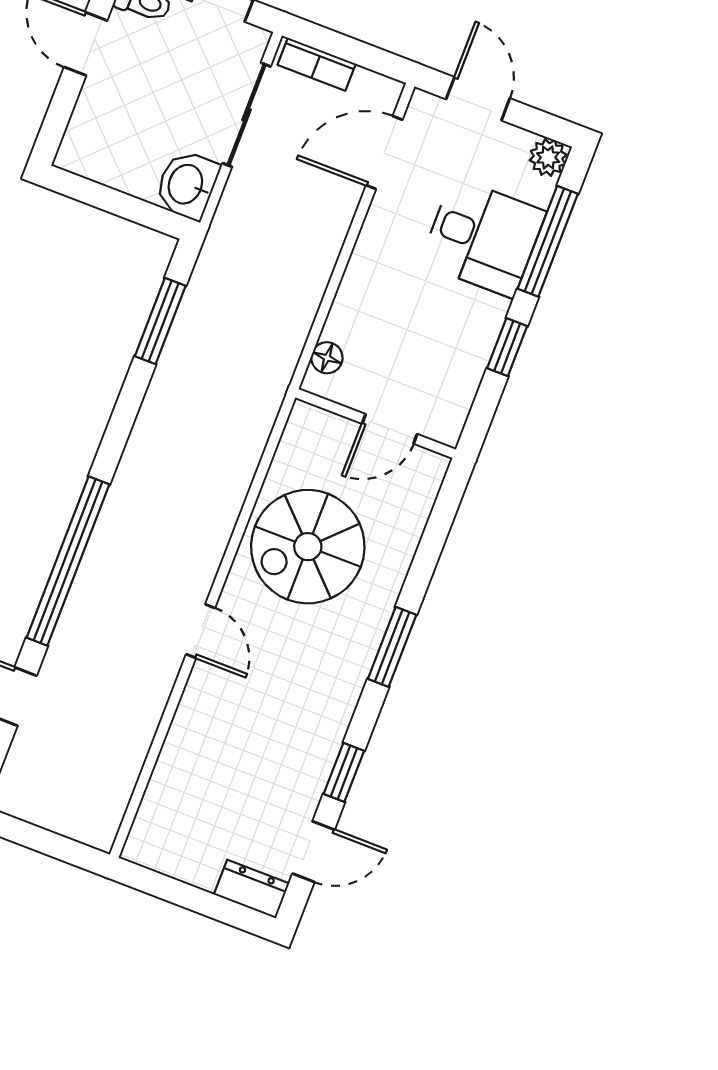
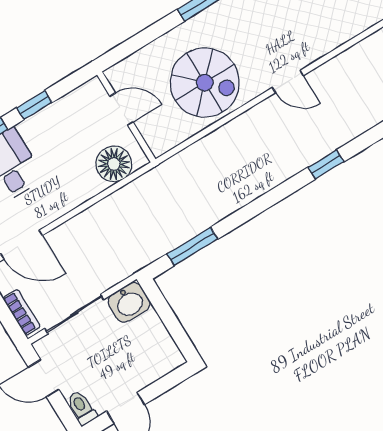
floor lamp: (327, 358) -> (114, 164), width x1.89, depth x1.89
window: (68, 561) -> (326, 165), width x0.32
door: (201, 631) -> (288, 81), swing flipped

